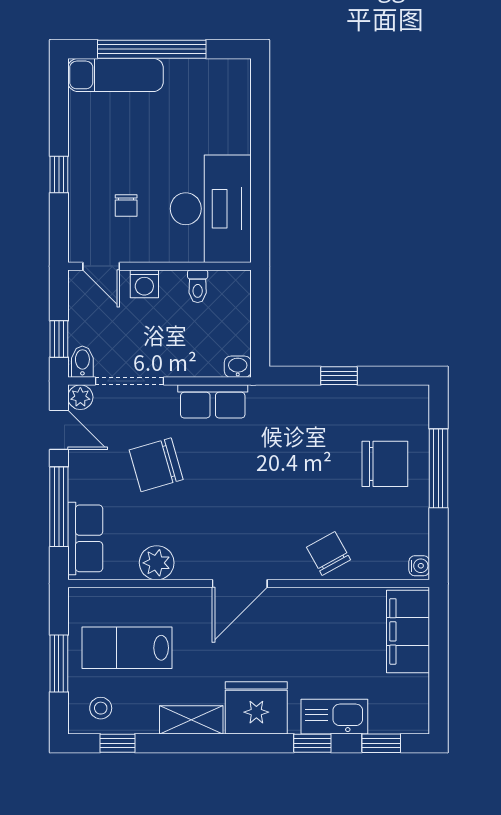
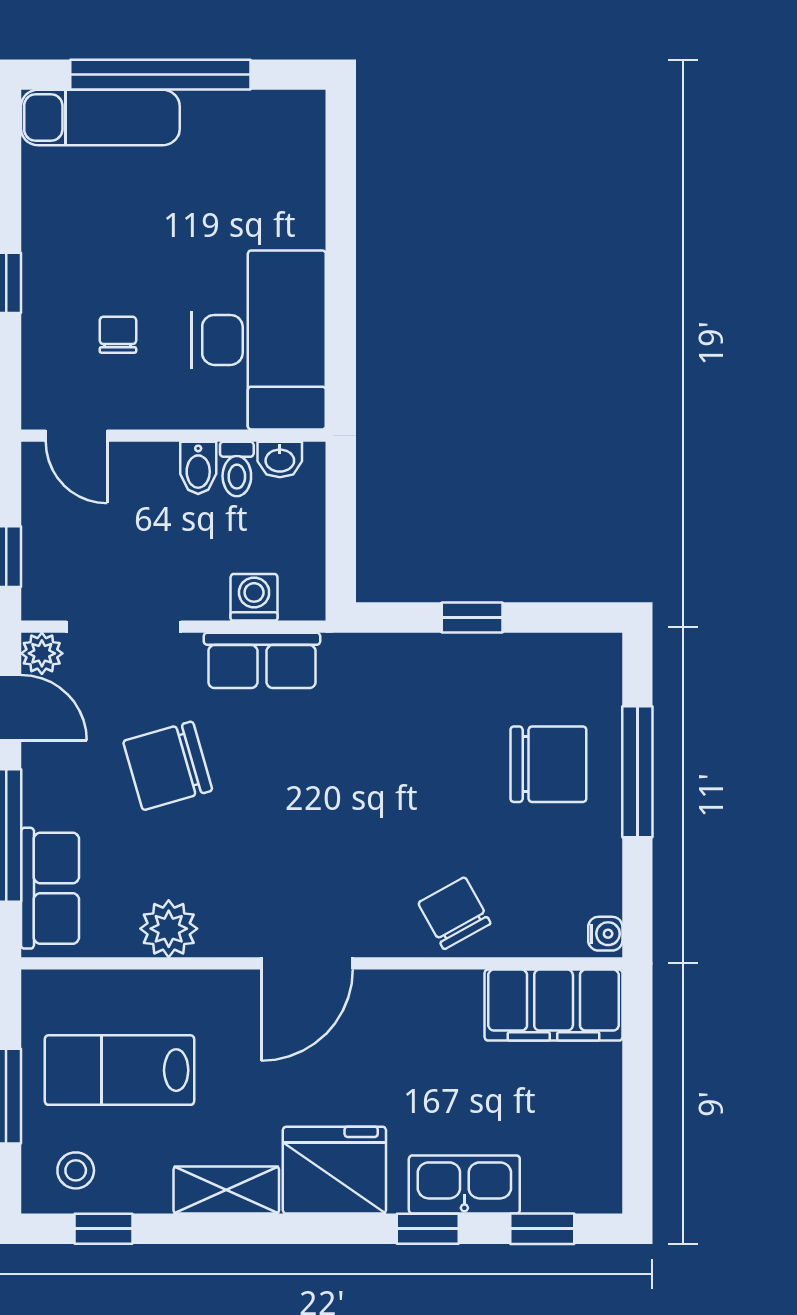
chair: (126, 206) -> (118, 335), turned 180
washing machine: (144, 284) -> (254, 597), moved, turned 180
bidet: (82, 362) -> (198, 468), moved, turned 180
washbasin: (238, 367) -> (280, 460), moved, turned 180
filing cabinet: (408, 631) -> (554, 1005), moved, turned -90

